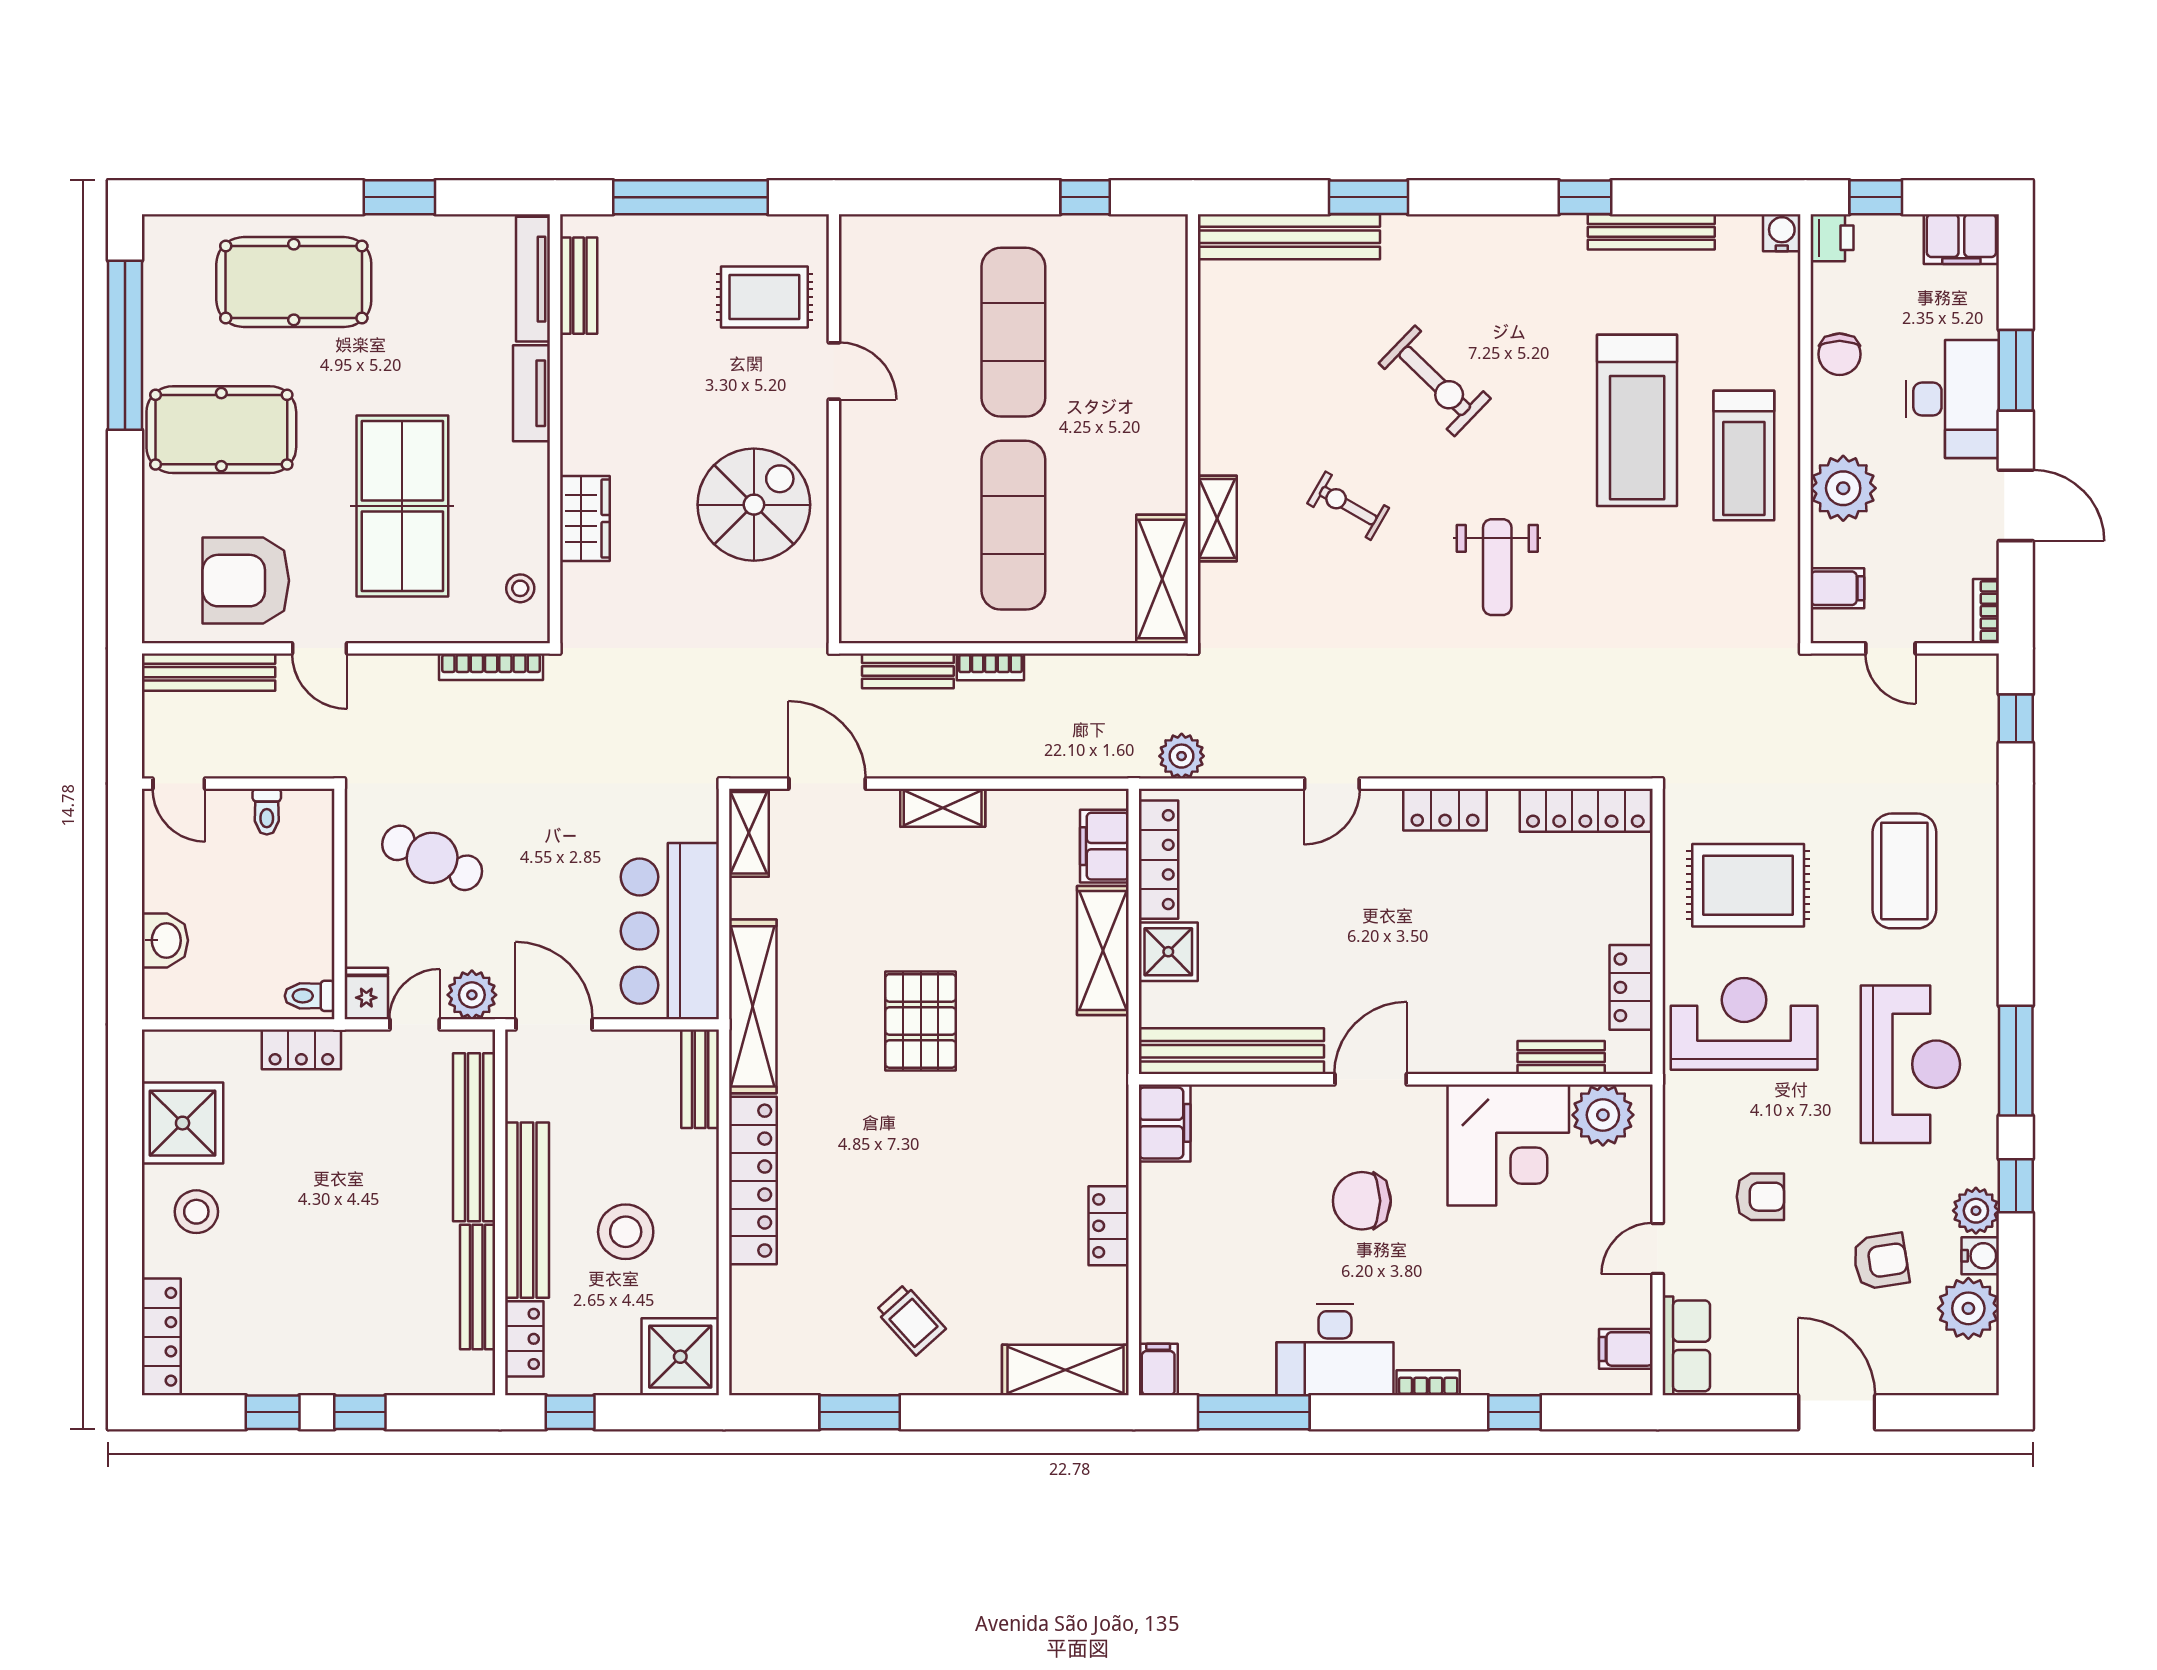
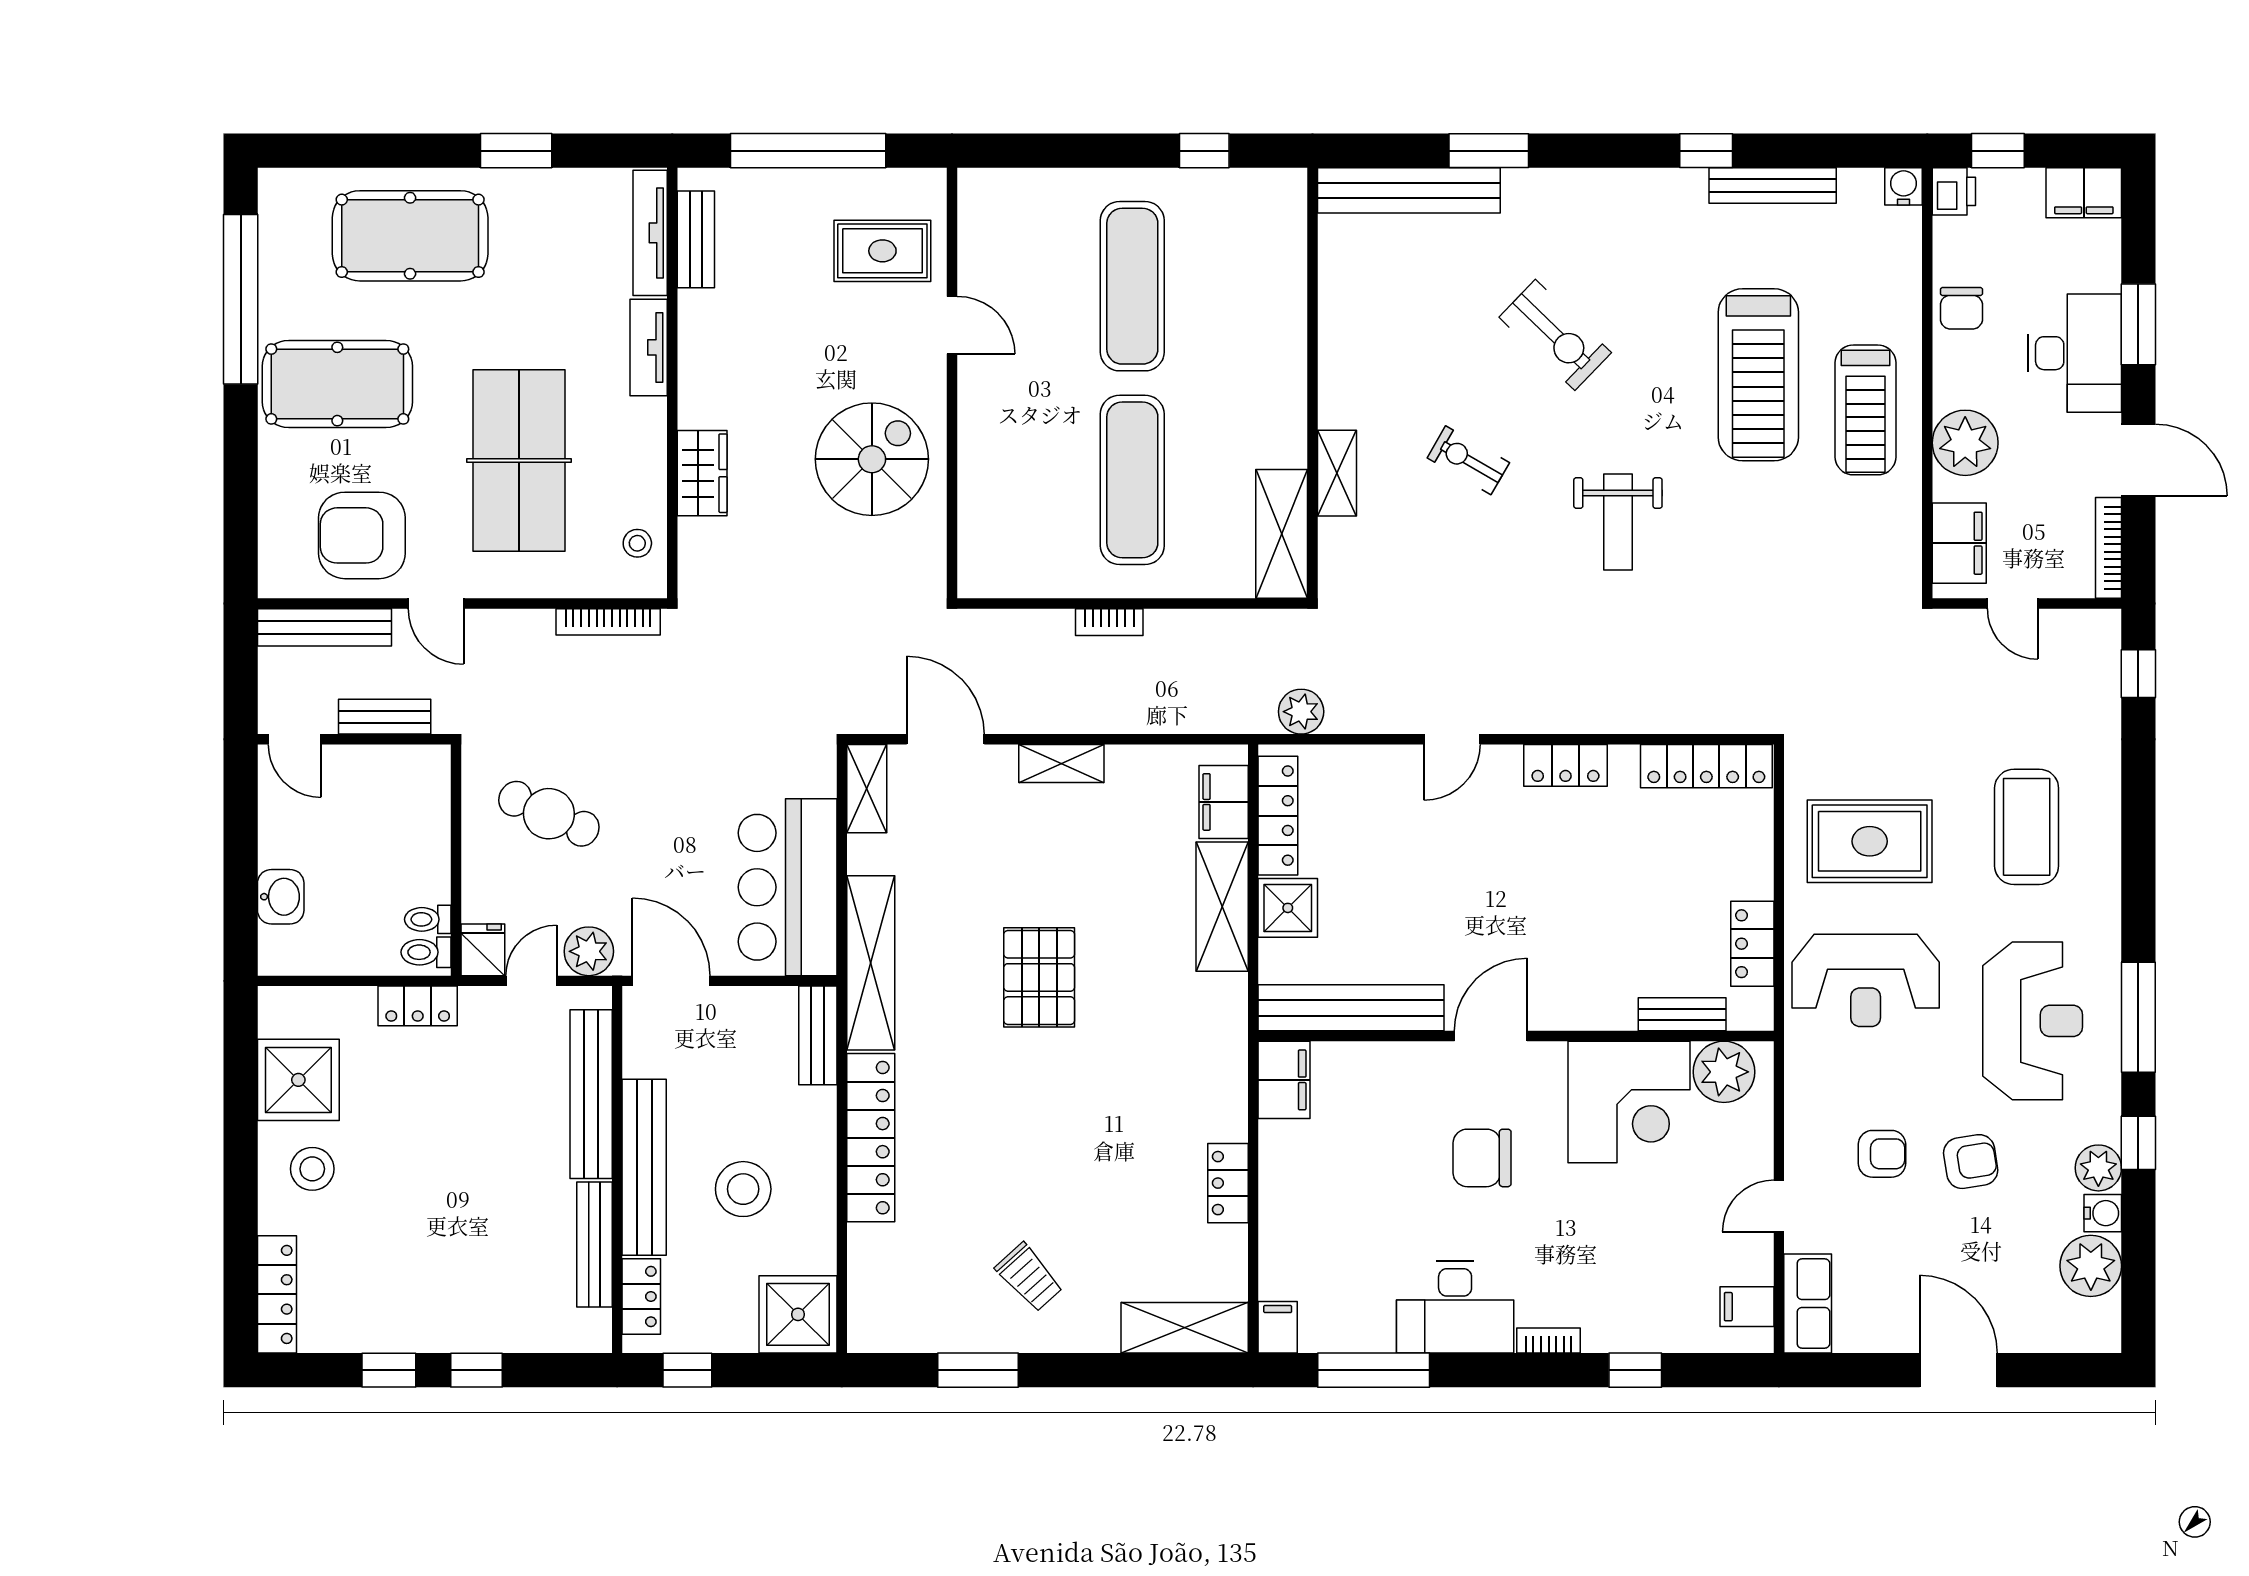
filing cabinet: (1837, 588) -> (1959, 543), width x2.00
bookcase: (1986, 611) -> (2109, 548), width x1.56
bench: (908, 671) -> (385, 717), moved
toilet: (267, 812) -> (428, 919), moved, turned 90
reception desk: (1744, 1024) -> (1866, 980), turned 180
armchair: (1881, 1261) -> (1971, 1162), moved

